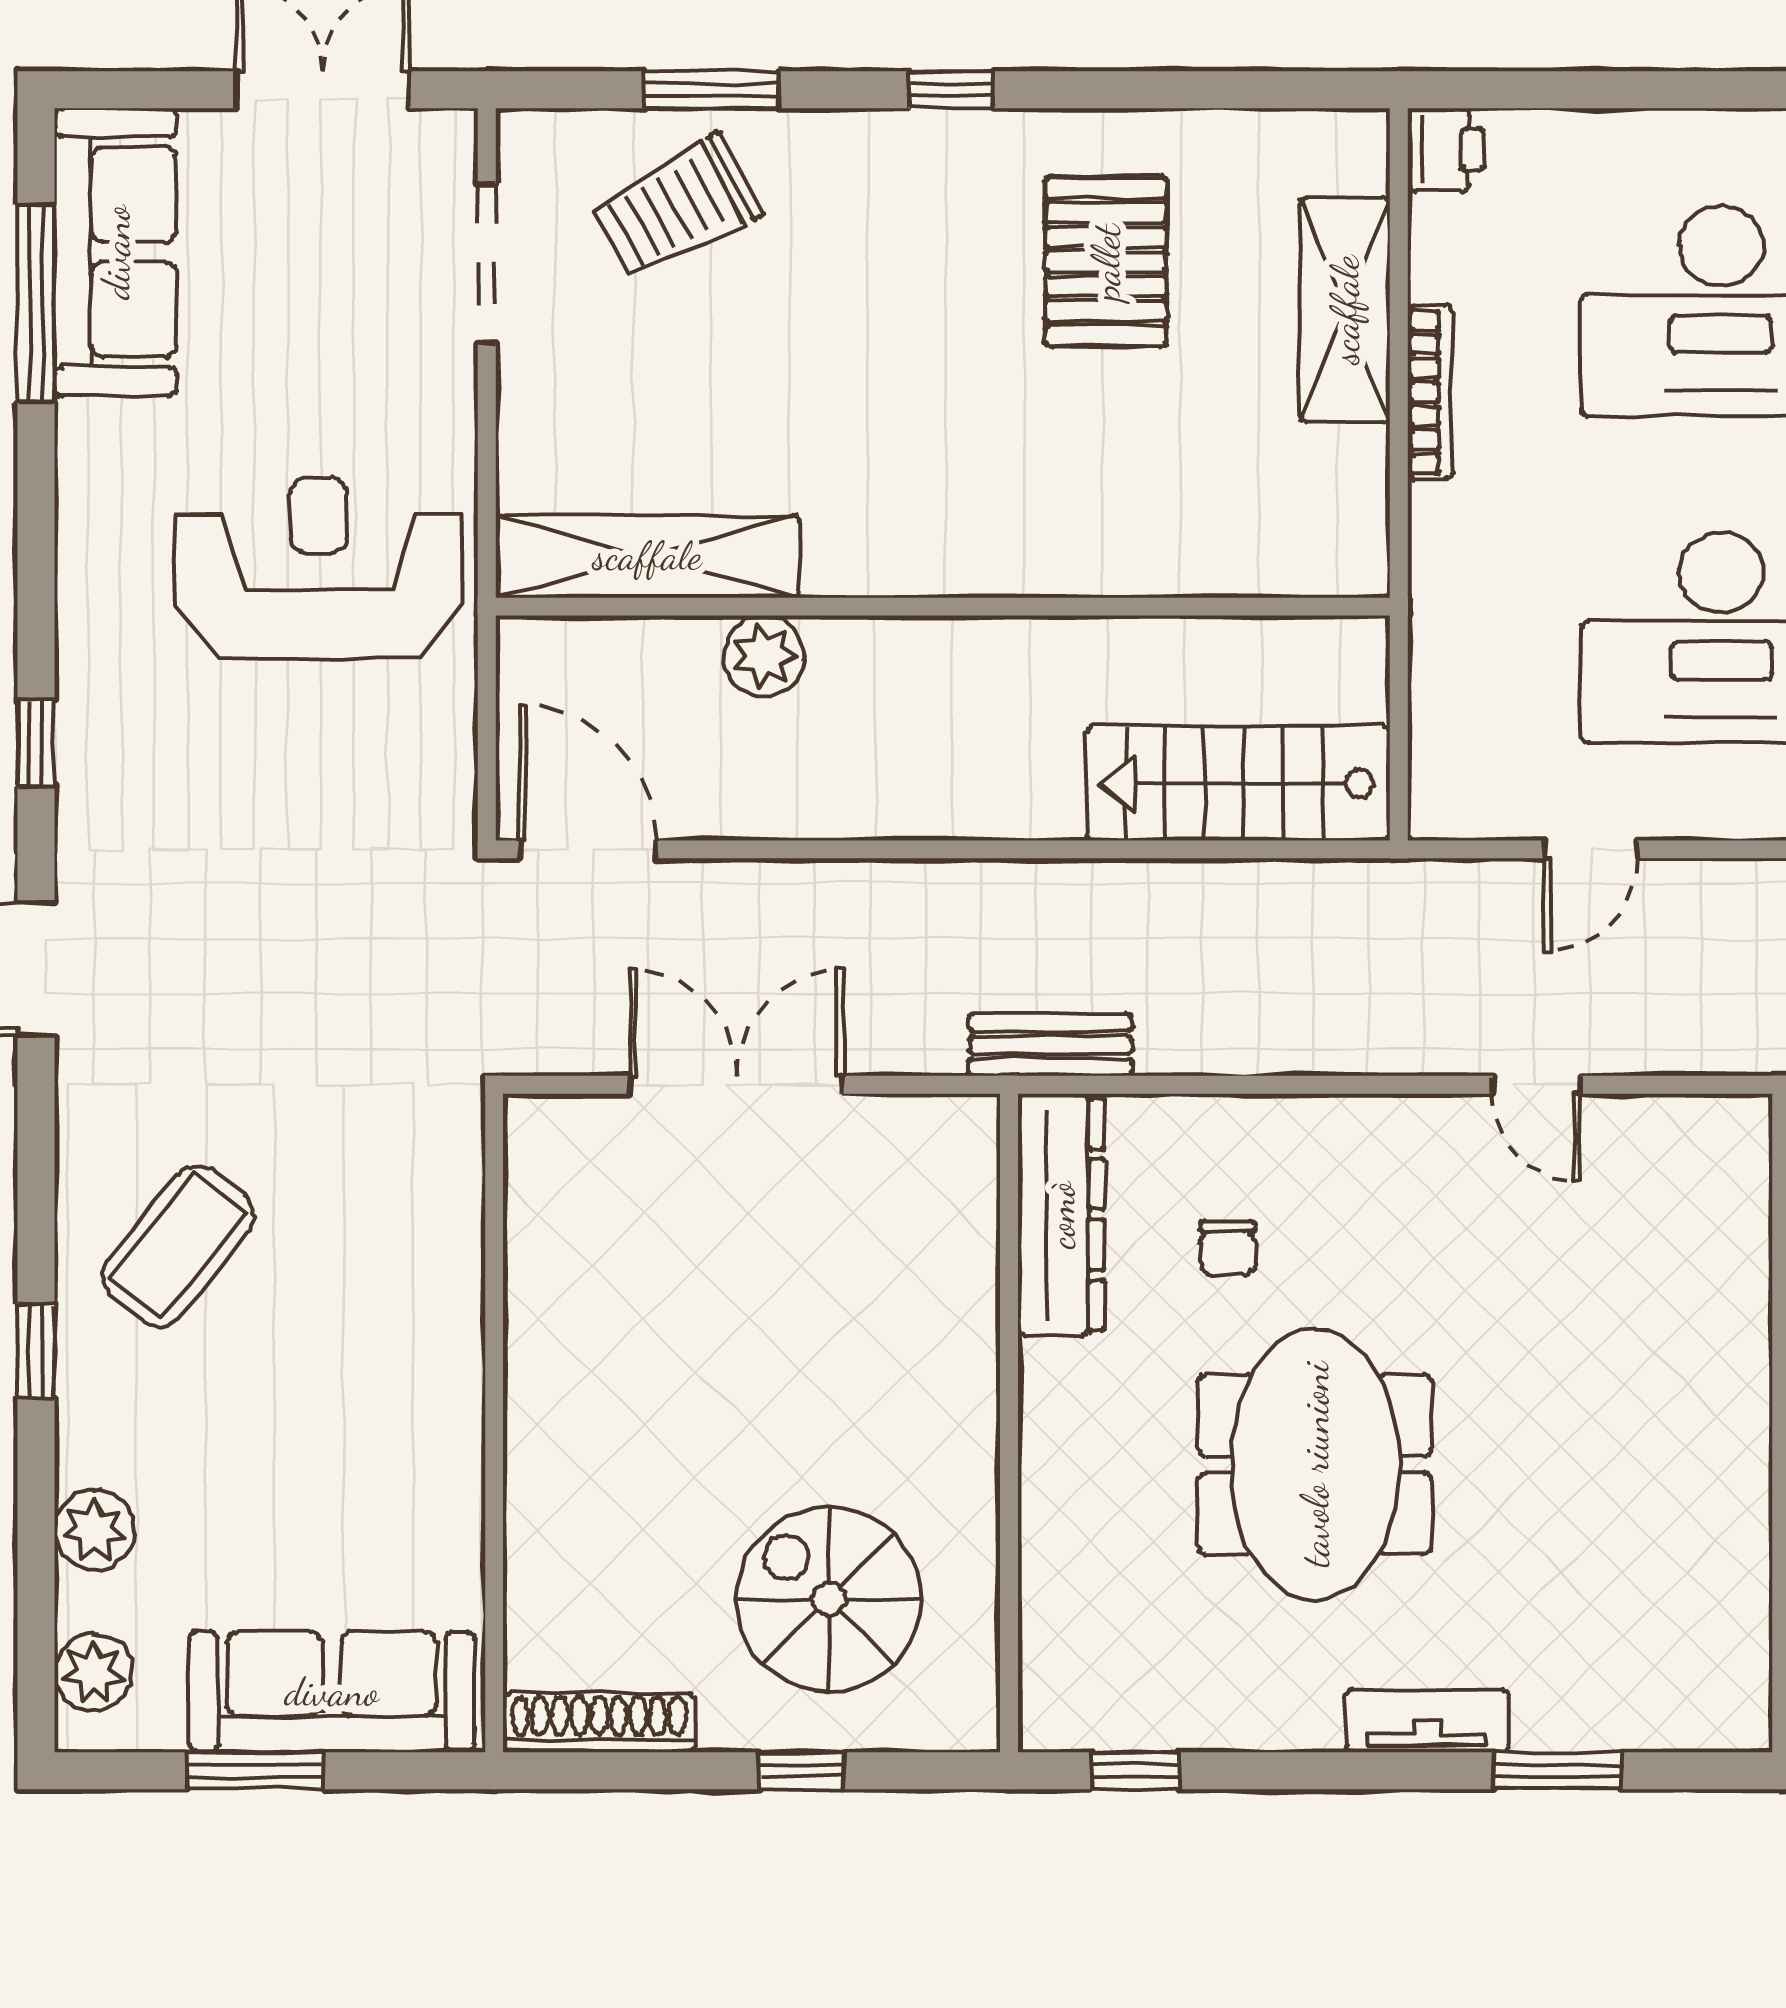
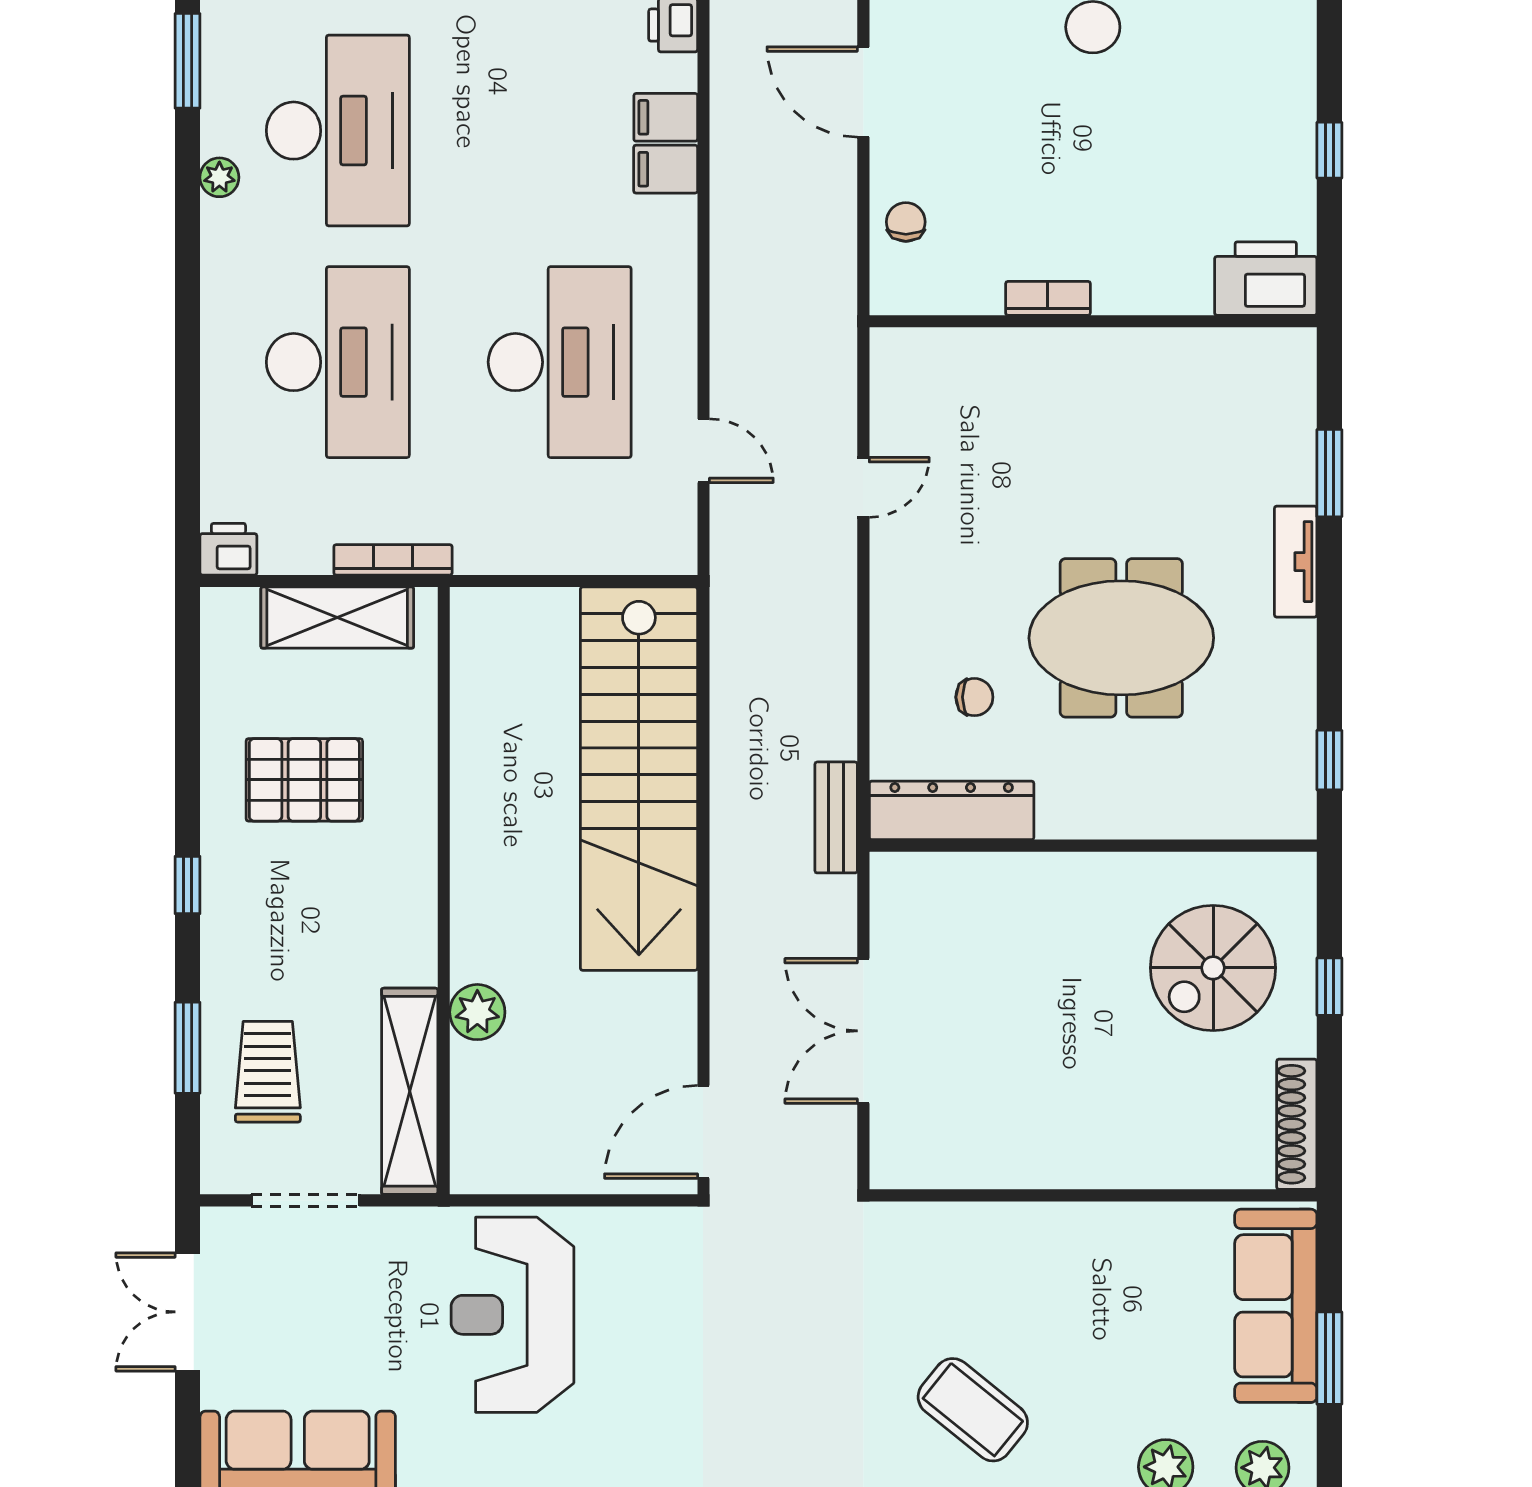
trolley: (676, 208) -> (268, 1072), turned -152
shelving: (647, 556) -> (410, 1091), moved
wall: (943, 607) -> (444, 891), moved
plant: (764, 656) -> (477, 1012), moved
stairs: (1238, 783) -> (639, 779), width x1.86, depth x1.51

